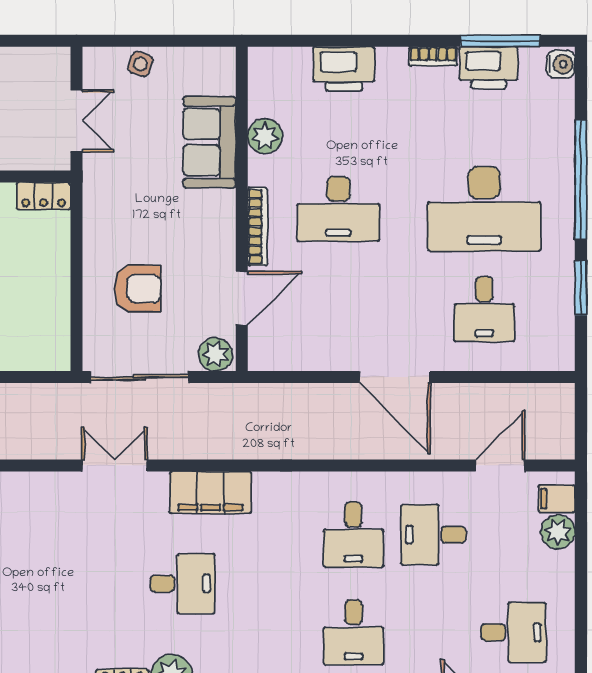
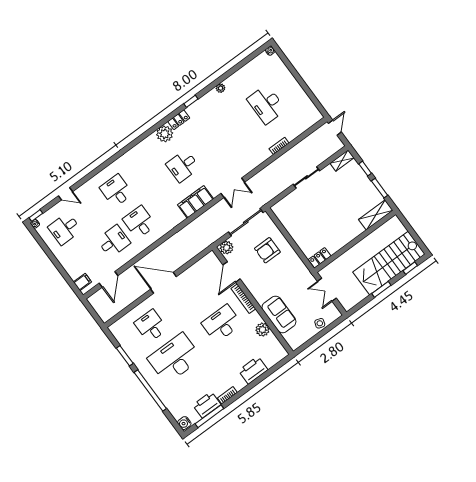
plant: (558, 532) -> (74, 272), removed

